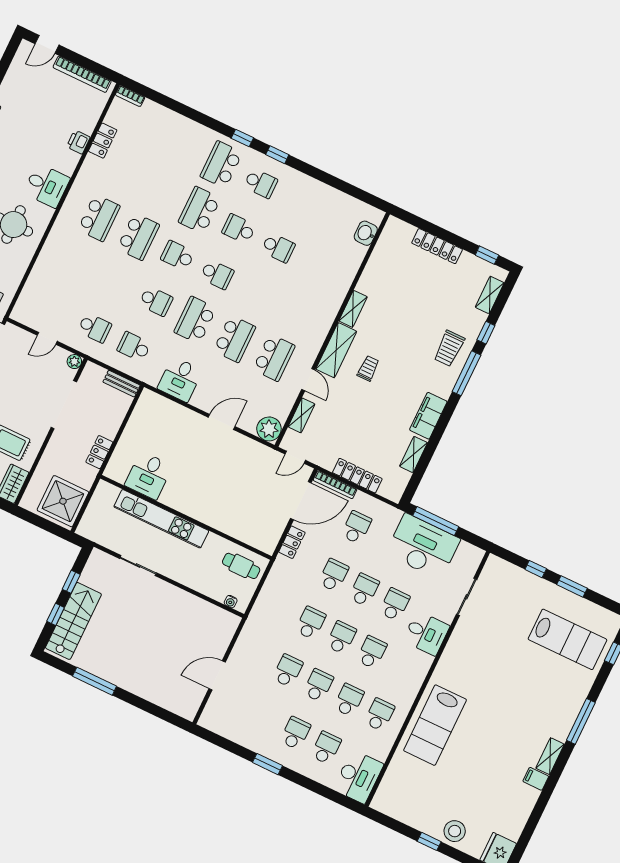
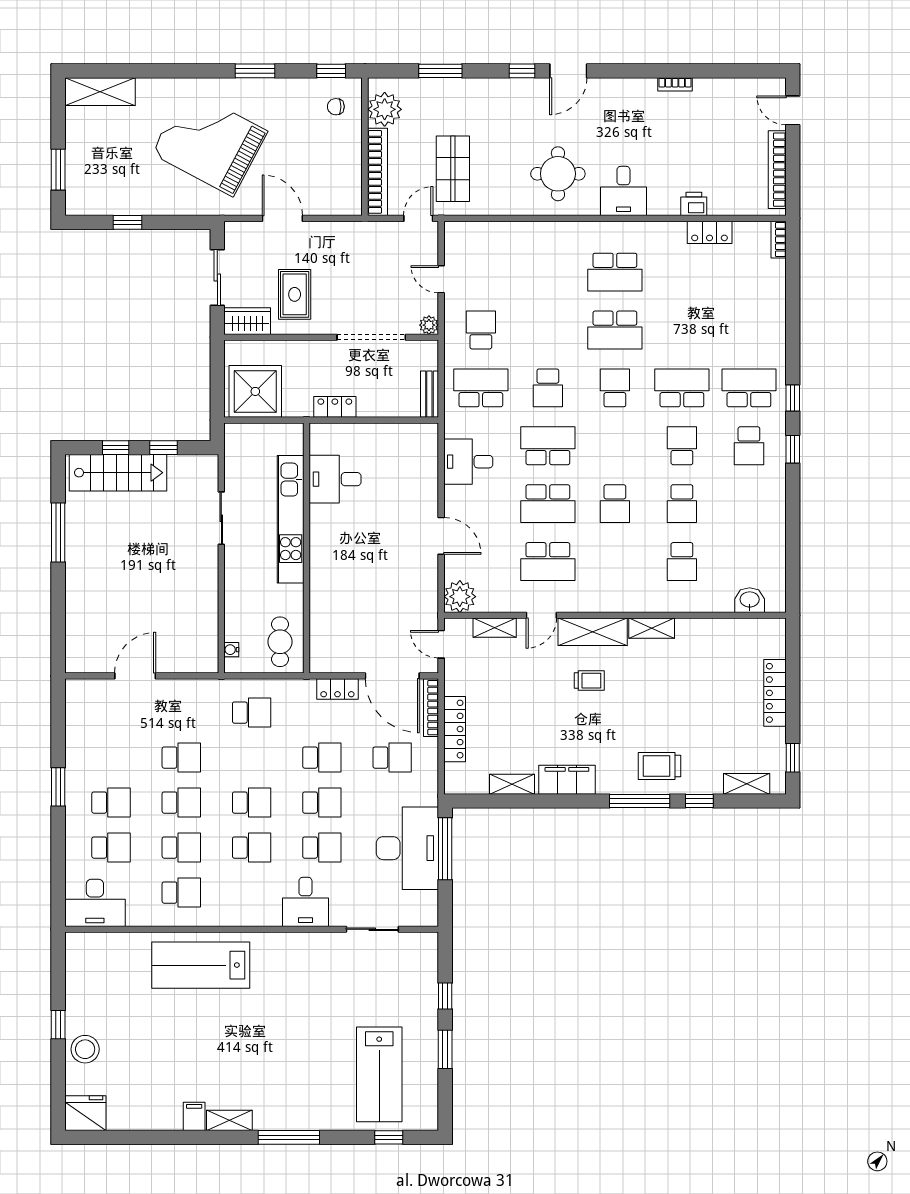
school desk: (318, 267) -> (682, 562), added
school desk: (217, 274) -> (615, 504), moved
school desk: (95, 328) -> (481, 330), turned 180
school desk: (134, 347) -> (481, 388), width x1.85
school desk: (311, 623) -> (252, 713), moved
door: (217, 675) -> (135, 676), hinge flipped

